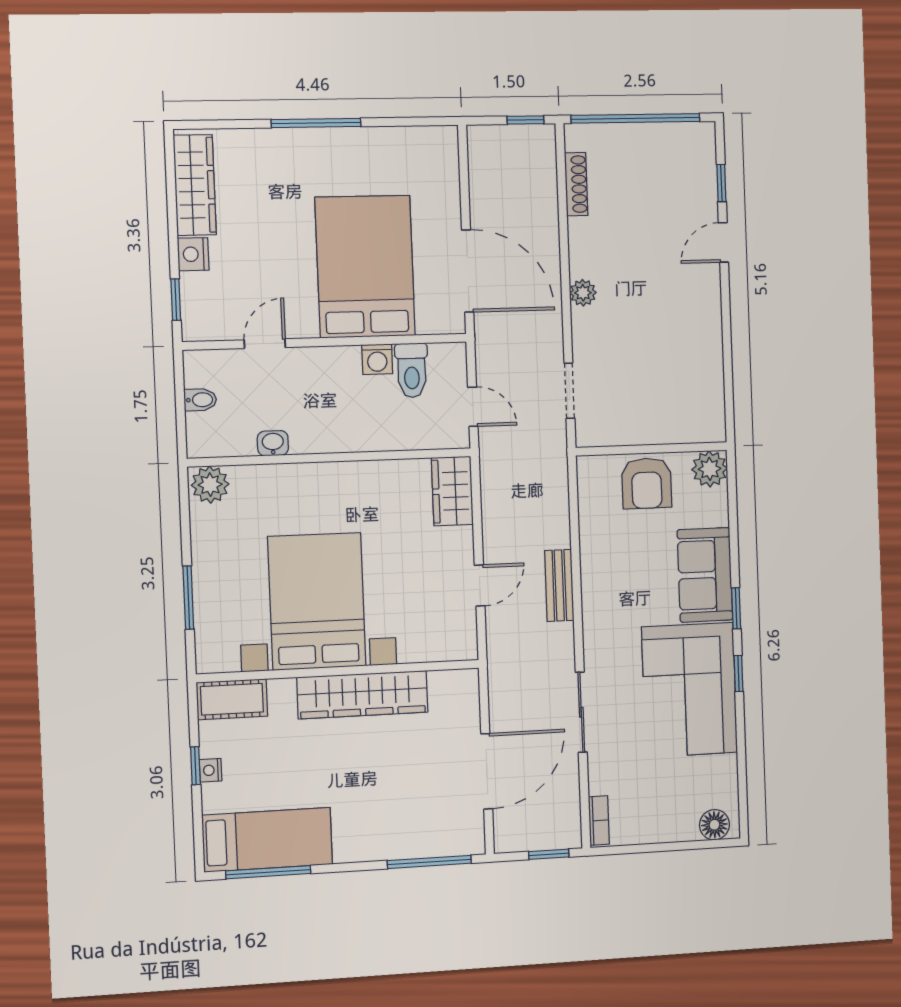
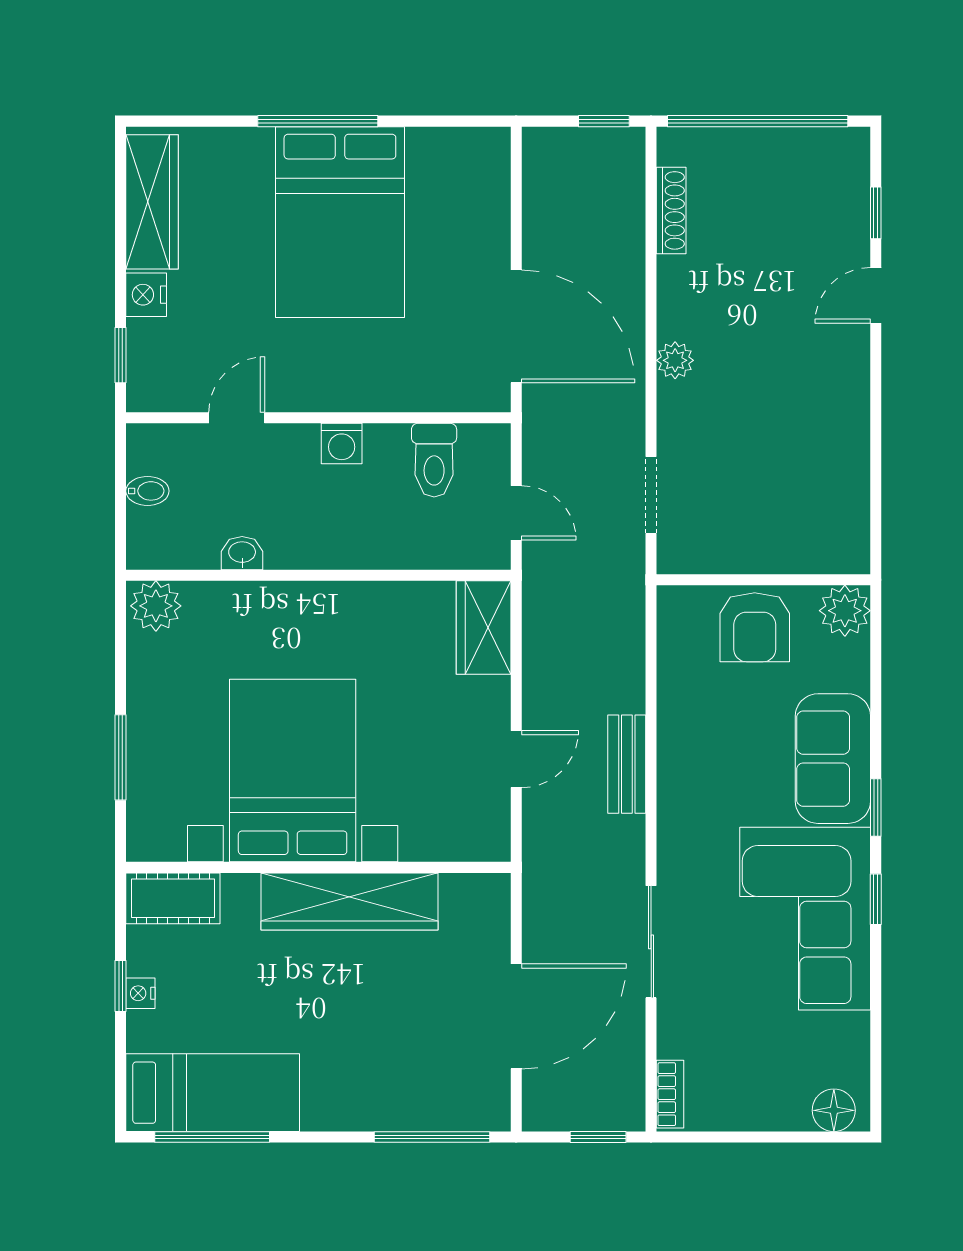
bed: (365, 267) -> (340, 222), moved, turned 180
washing machine: (377, 359) -> (342, 444), moved

